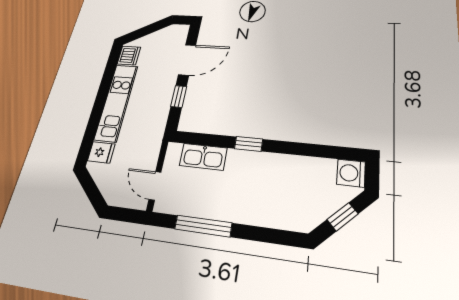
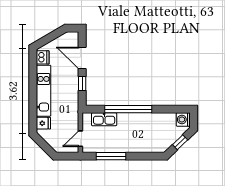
door: (187, 60) -> (82, 58), swing flipped
window: (249, 144) -> (128, 109), width x3.17
door: (155, 186) -> (80, 139), hinge flipped

